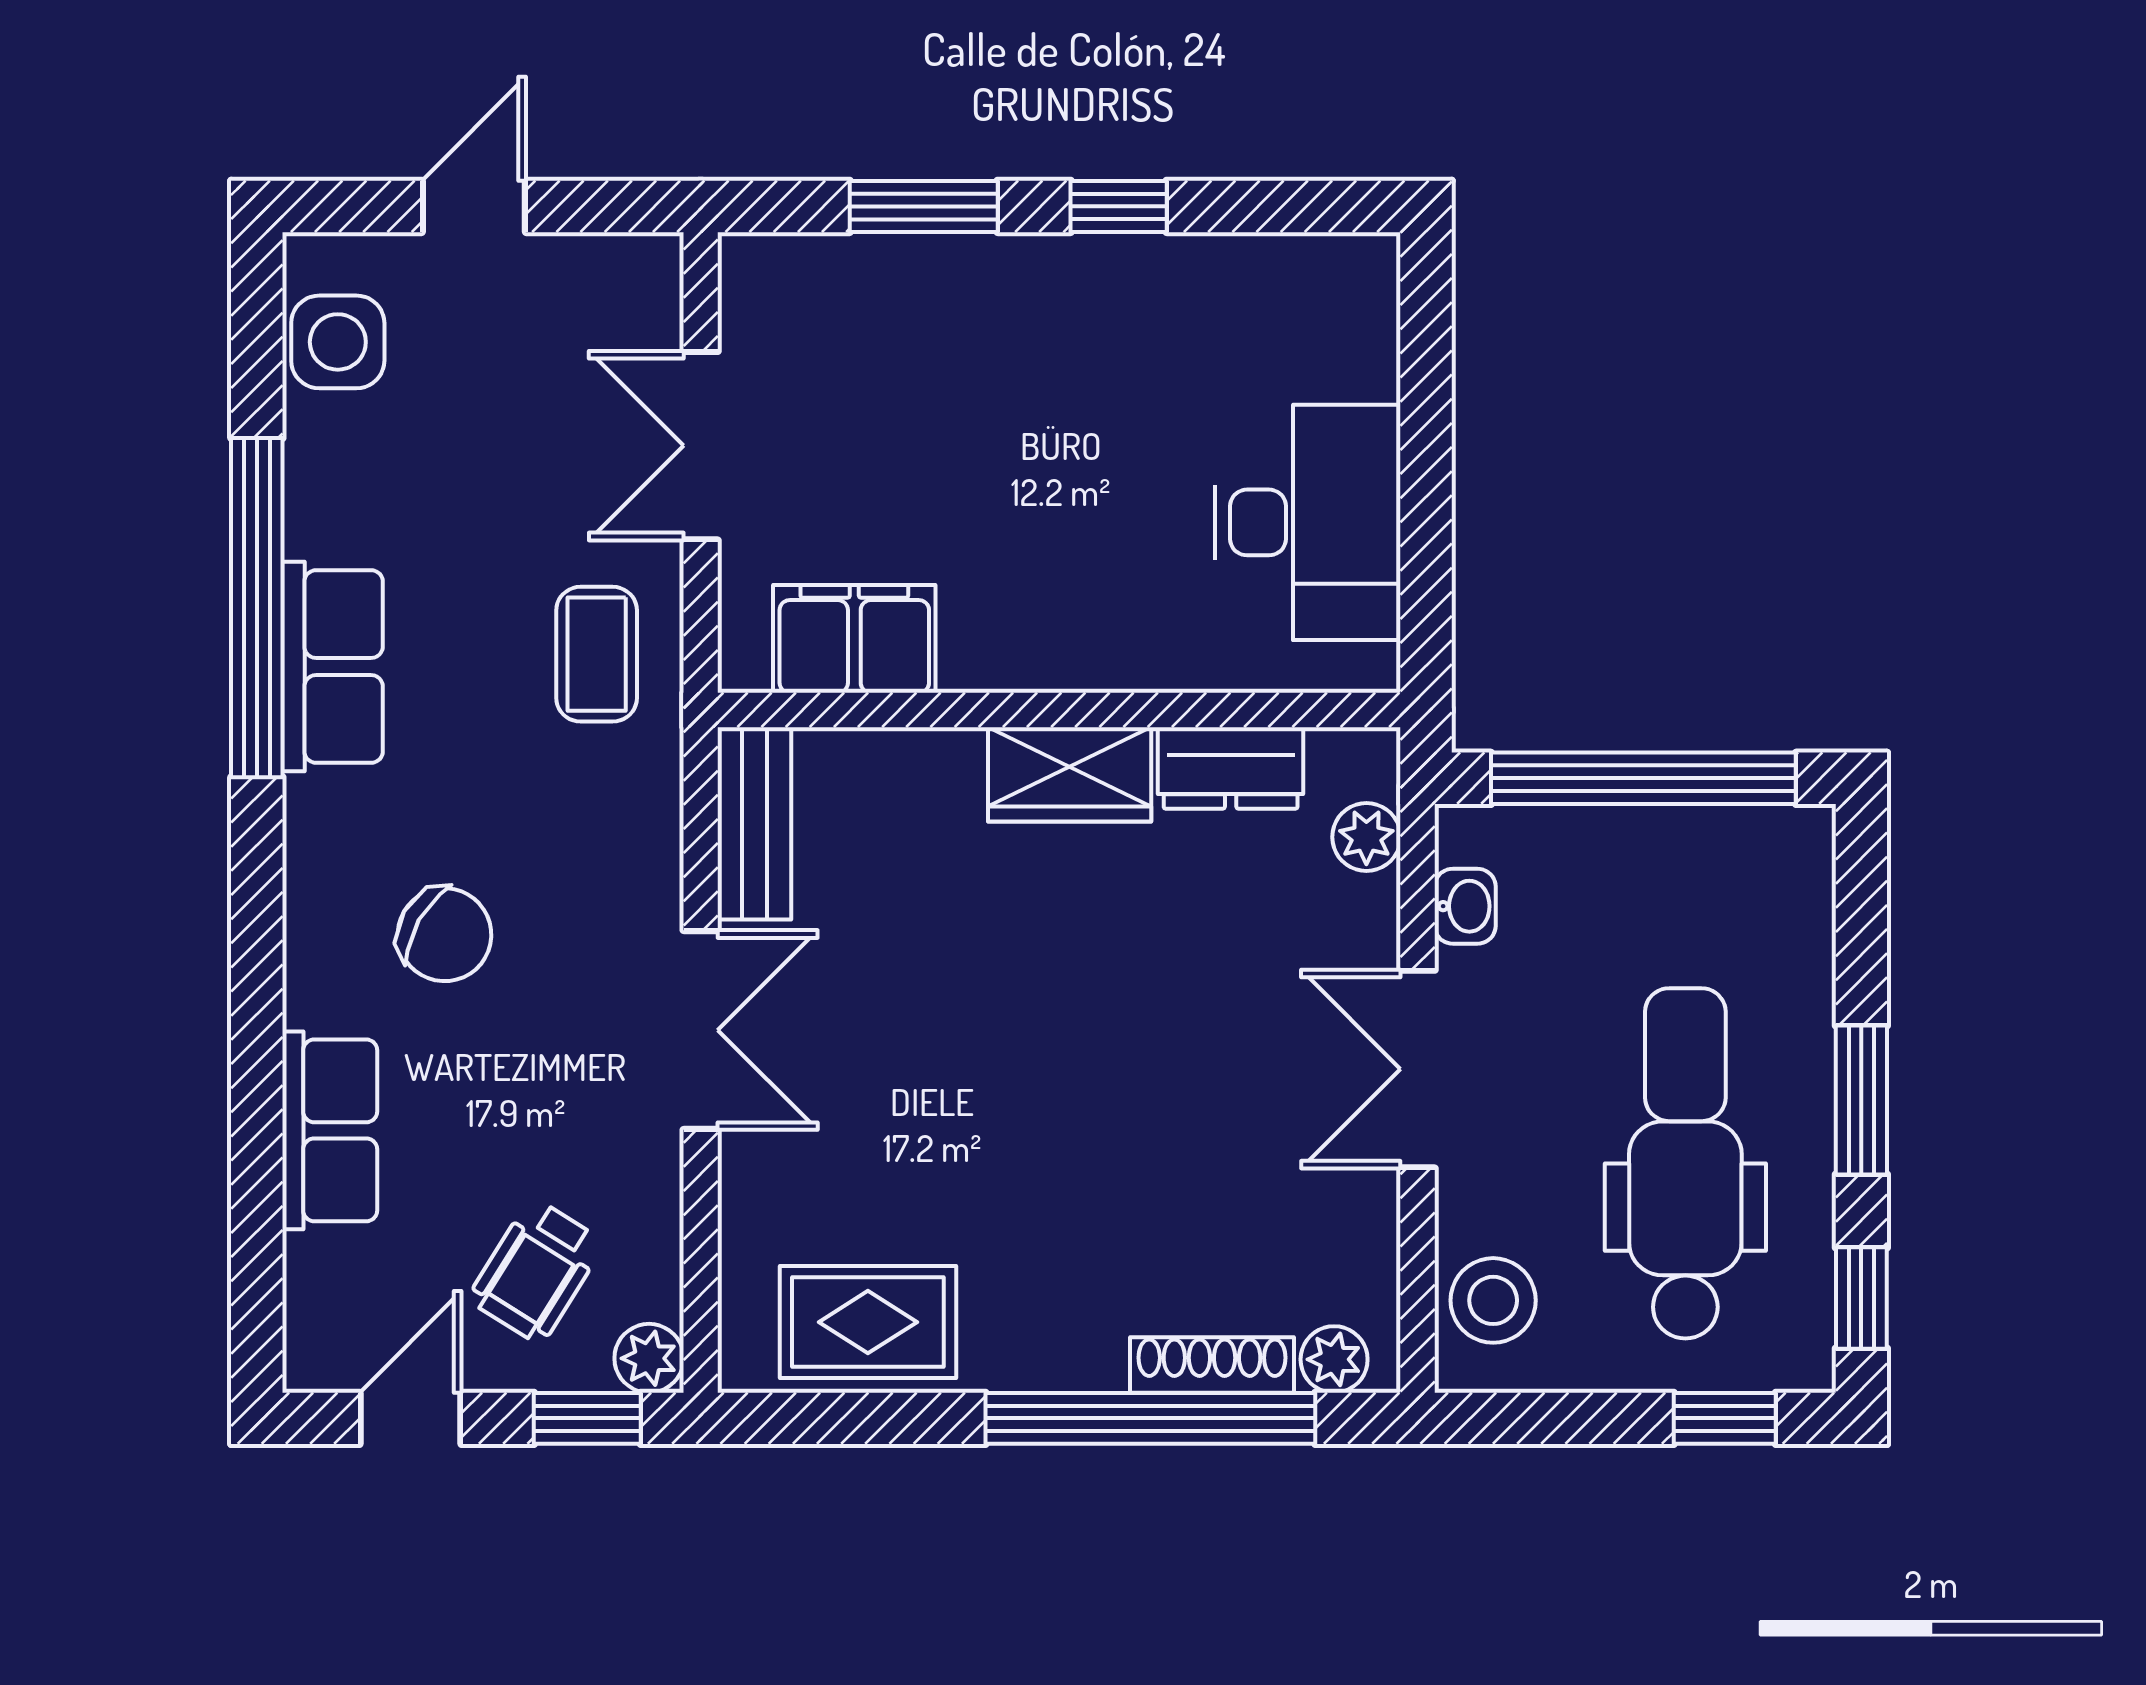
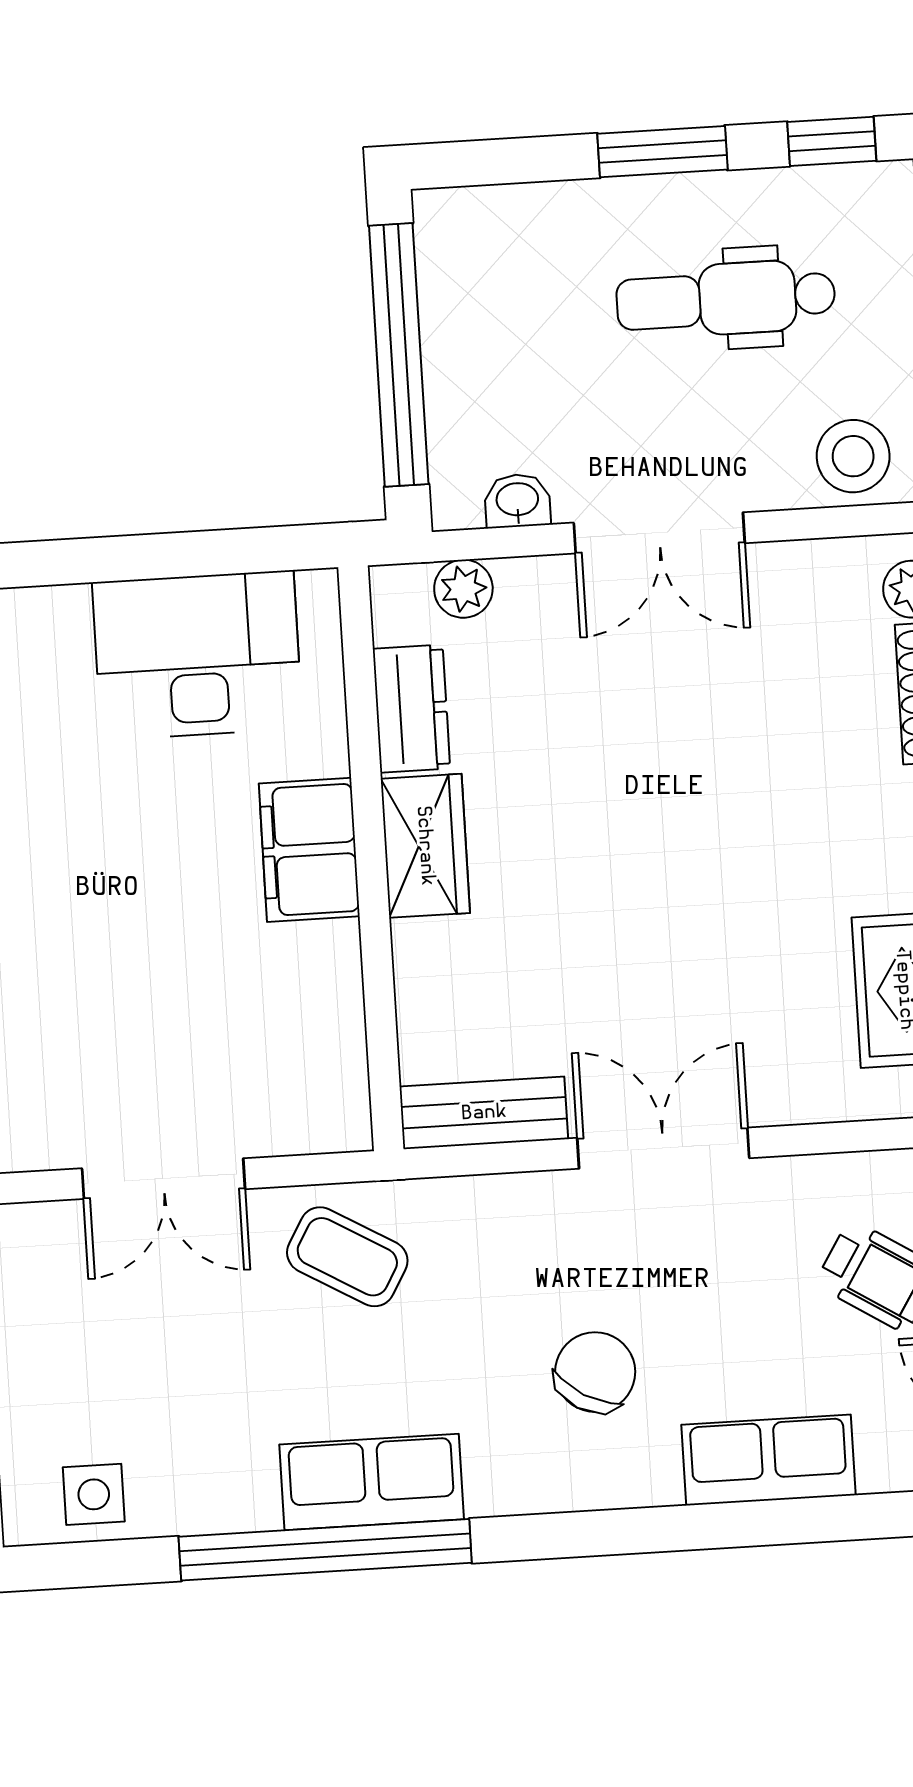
side table: (338, 342) -> (94, 1494), width x0.73, depth x0.73
filing cabinet: (854, 639) -> (309, 850), moved
coffee table: (597, 654) -> (347, 1257), turned 30
dental chair: (1685, 1163) -> (726, 299), width x0.73, depth x0.72

